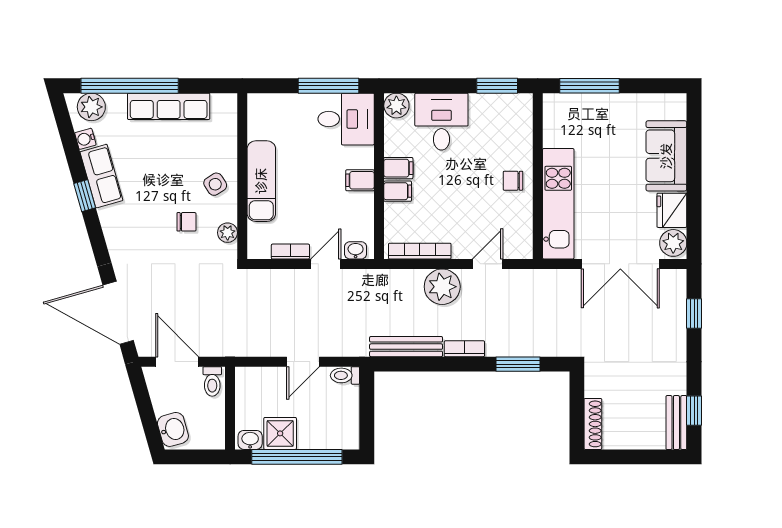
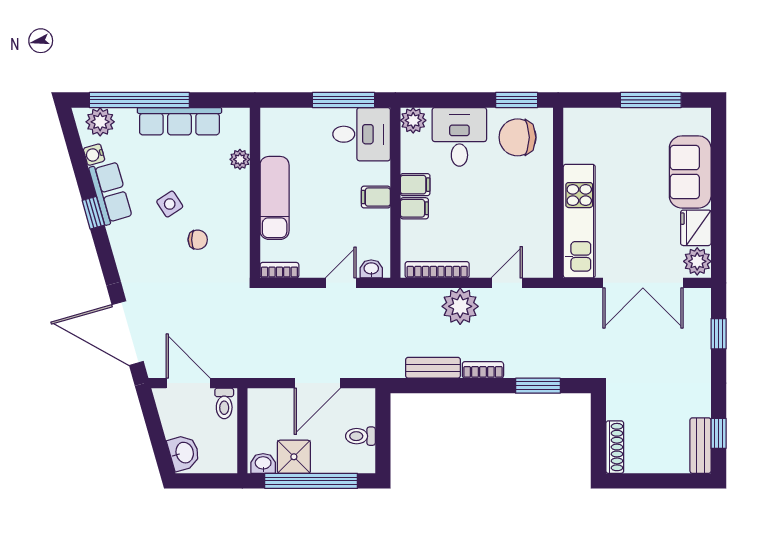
window: (590, 86) -> (651, 100), moved
chair: (513, 181) -> (518, 137), moved, width x1.87, depth x1.87
side table: (215, 184) -> (170, 204), moved
plant: (228, 233) -> (240, 159), moved
bookcase: (290, 252) -> (279, 270), moved
bench: (406, 347) -> (433, 368), width x0.73
door: (303, 362) -> (317, 383), width x1.38
toilet: (345, 375) -> (360, 436), moved

